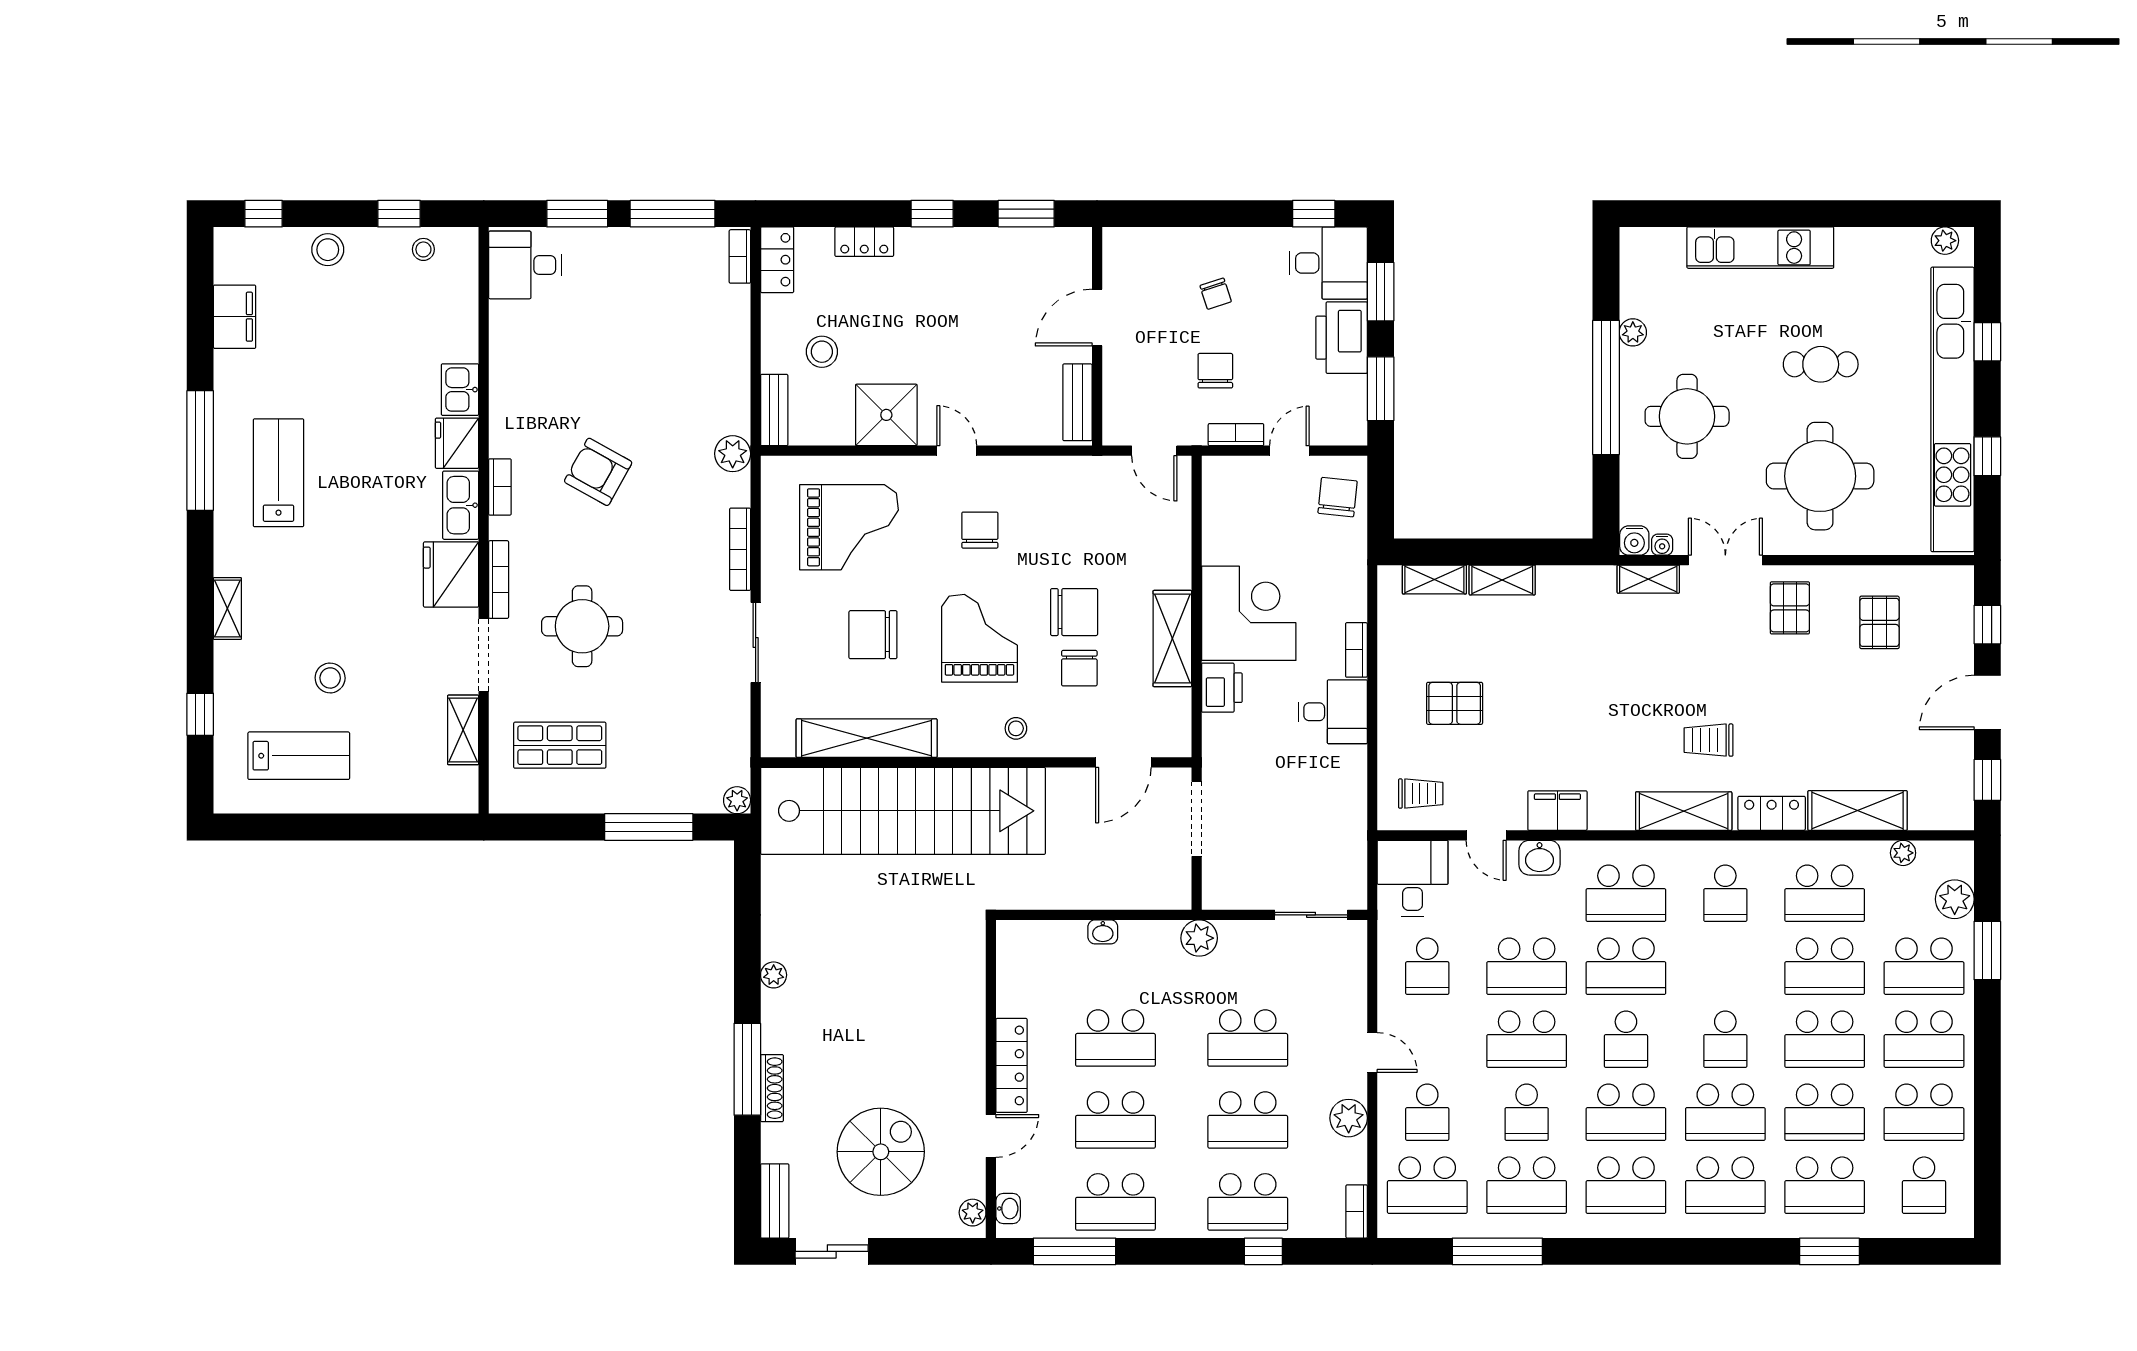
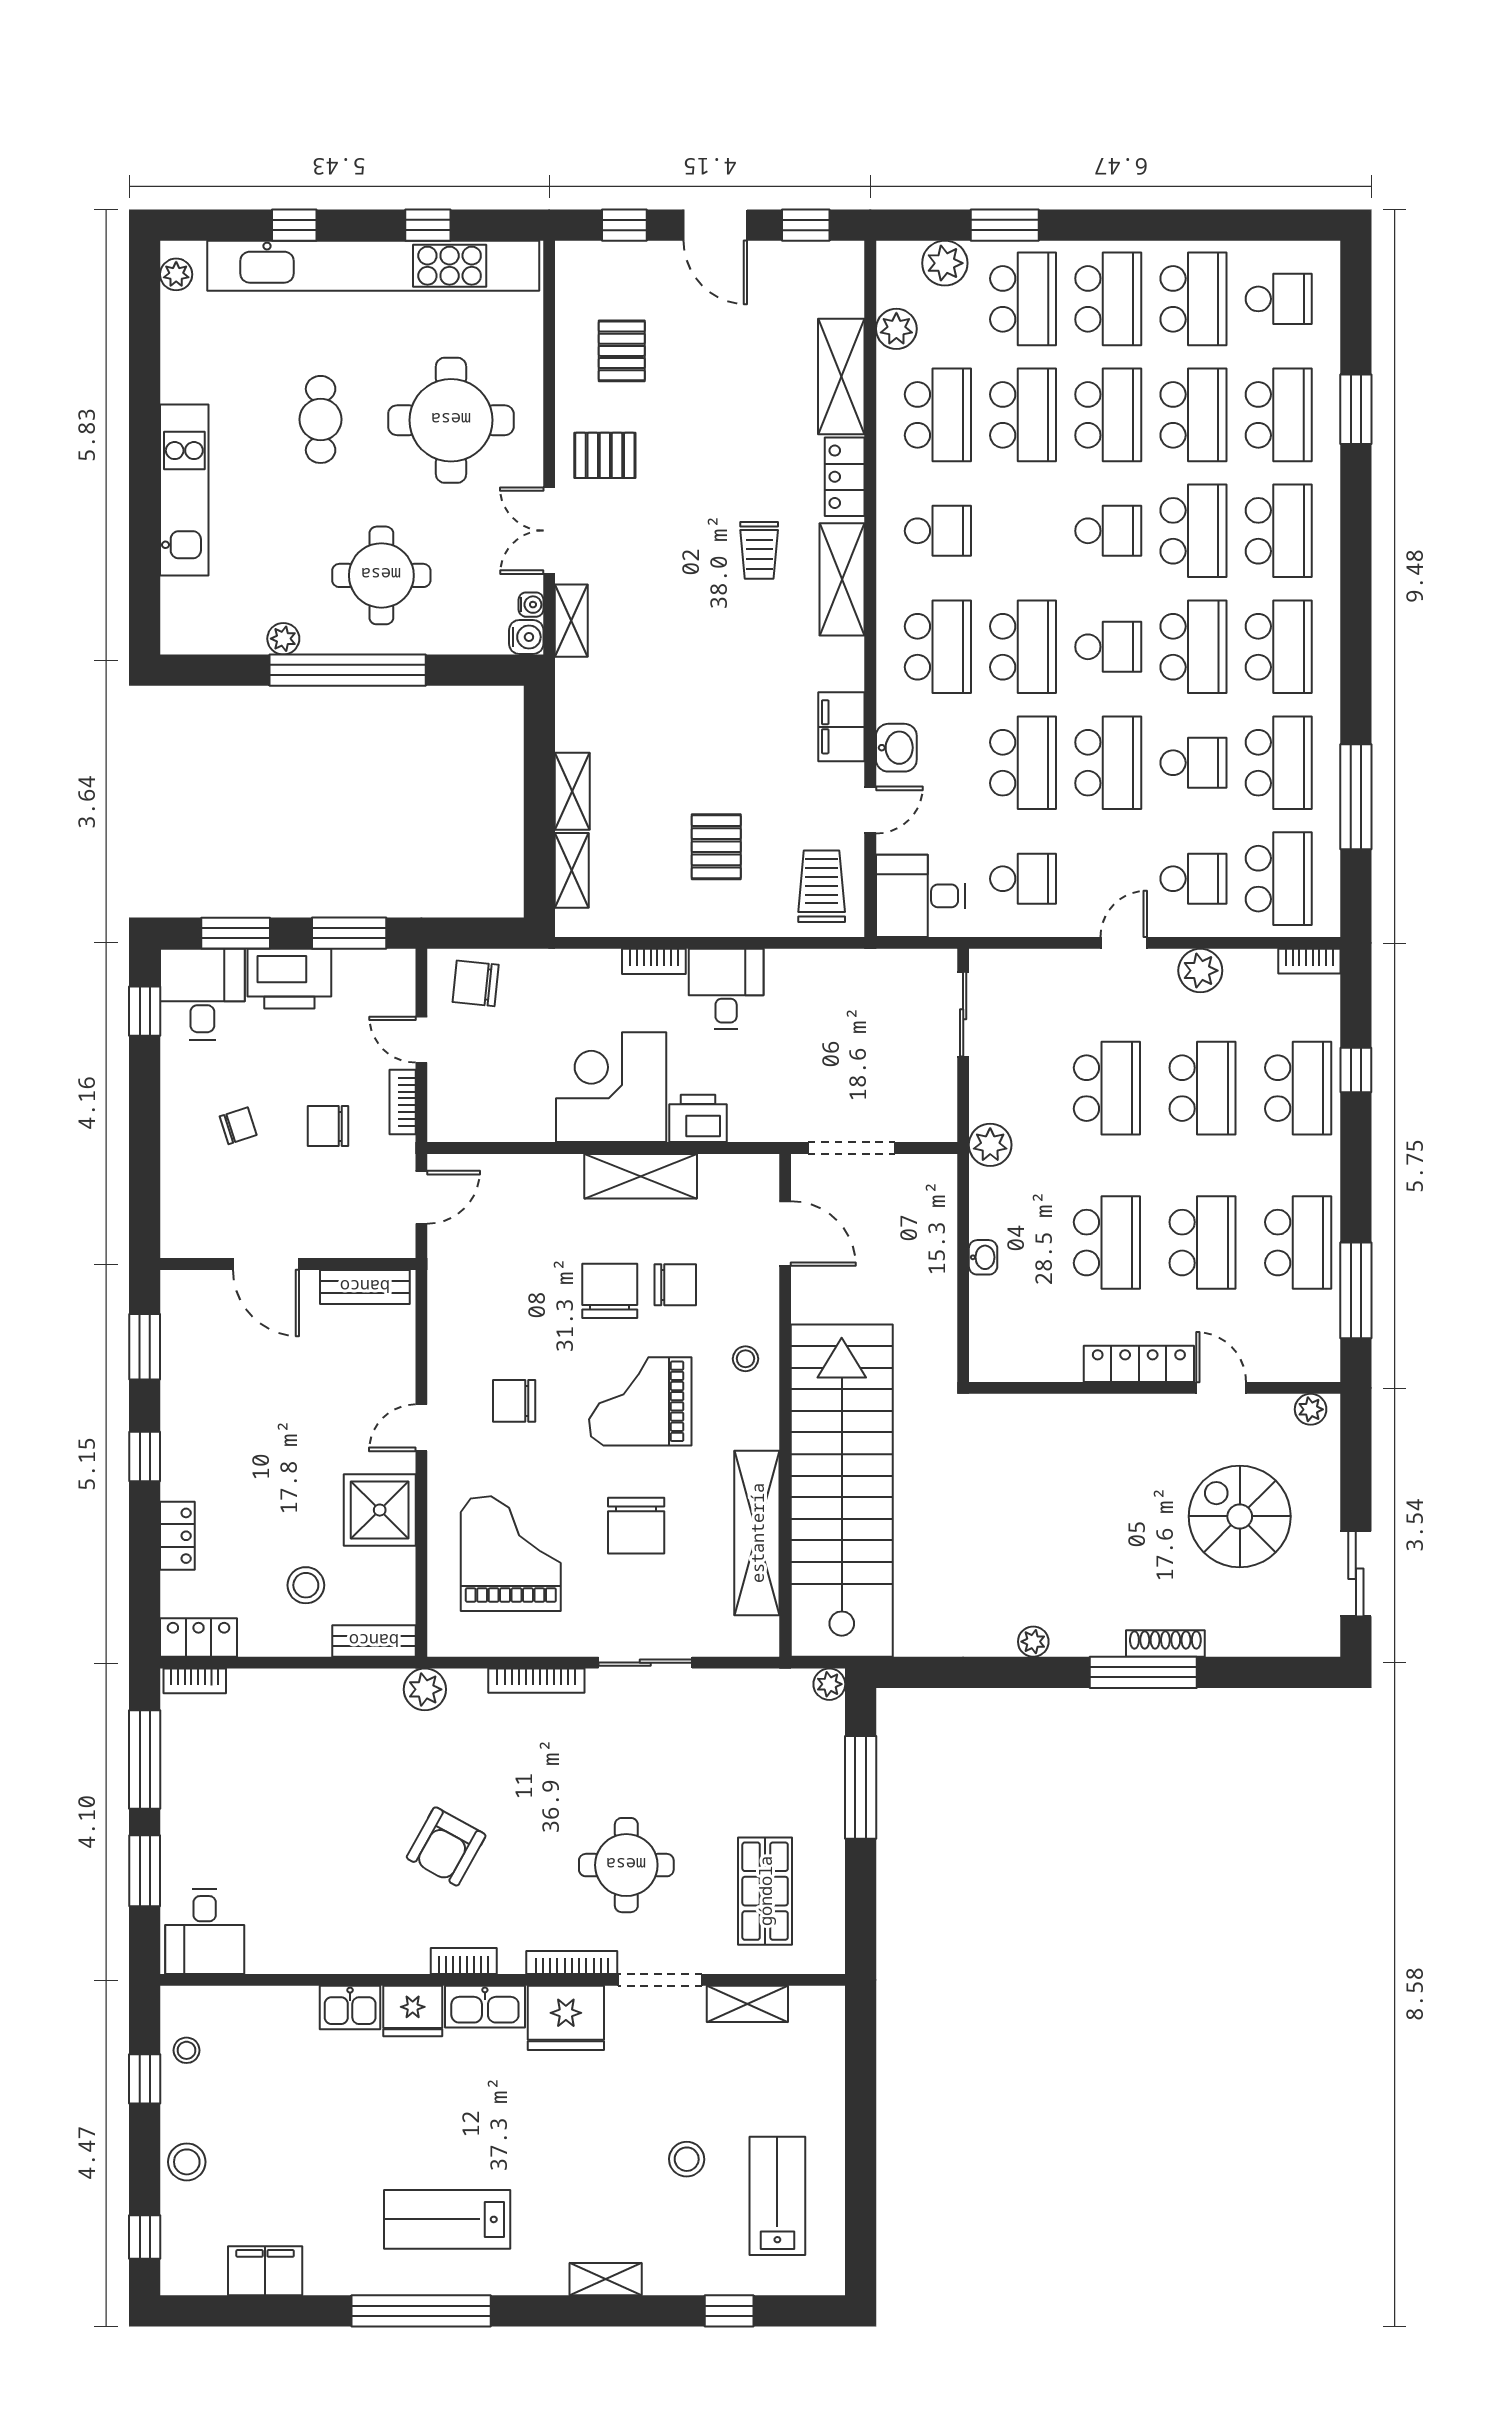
pallet: (1879, 622) -> (622, 351), turned 90
trolley: (1421, 794) -> (822, 886), width x1.36, depth x1.39
plant: (1903, 853) -> (896, 329), width x1.38, depth x1.38
bench: (775, 1201) -> (1297, 1640), removed
washbasin: (1008, 1209) -> (1306, 1368), removed

